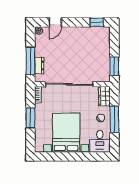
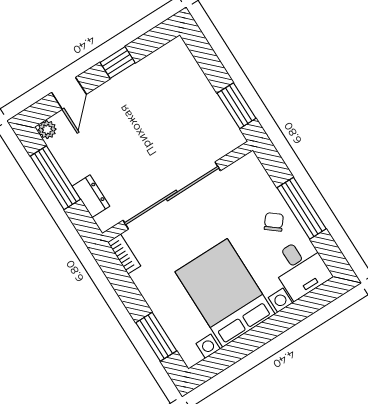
window: (97, 22) -> (118, 63), moved
window: (30, 61) -> (55, 178), moved
wardrobe: (104, 96) -> (254, 176), removed
window: (30, 118) -> (156, 337), moved

